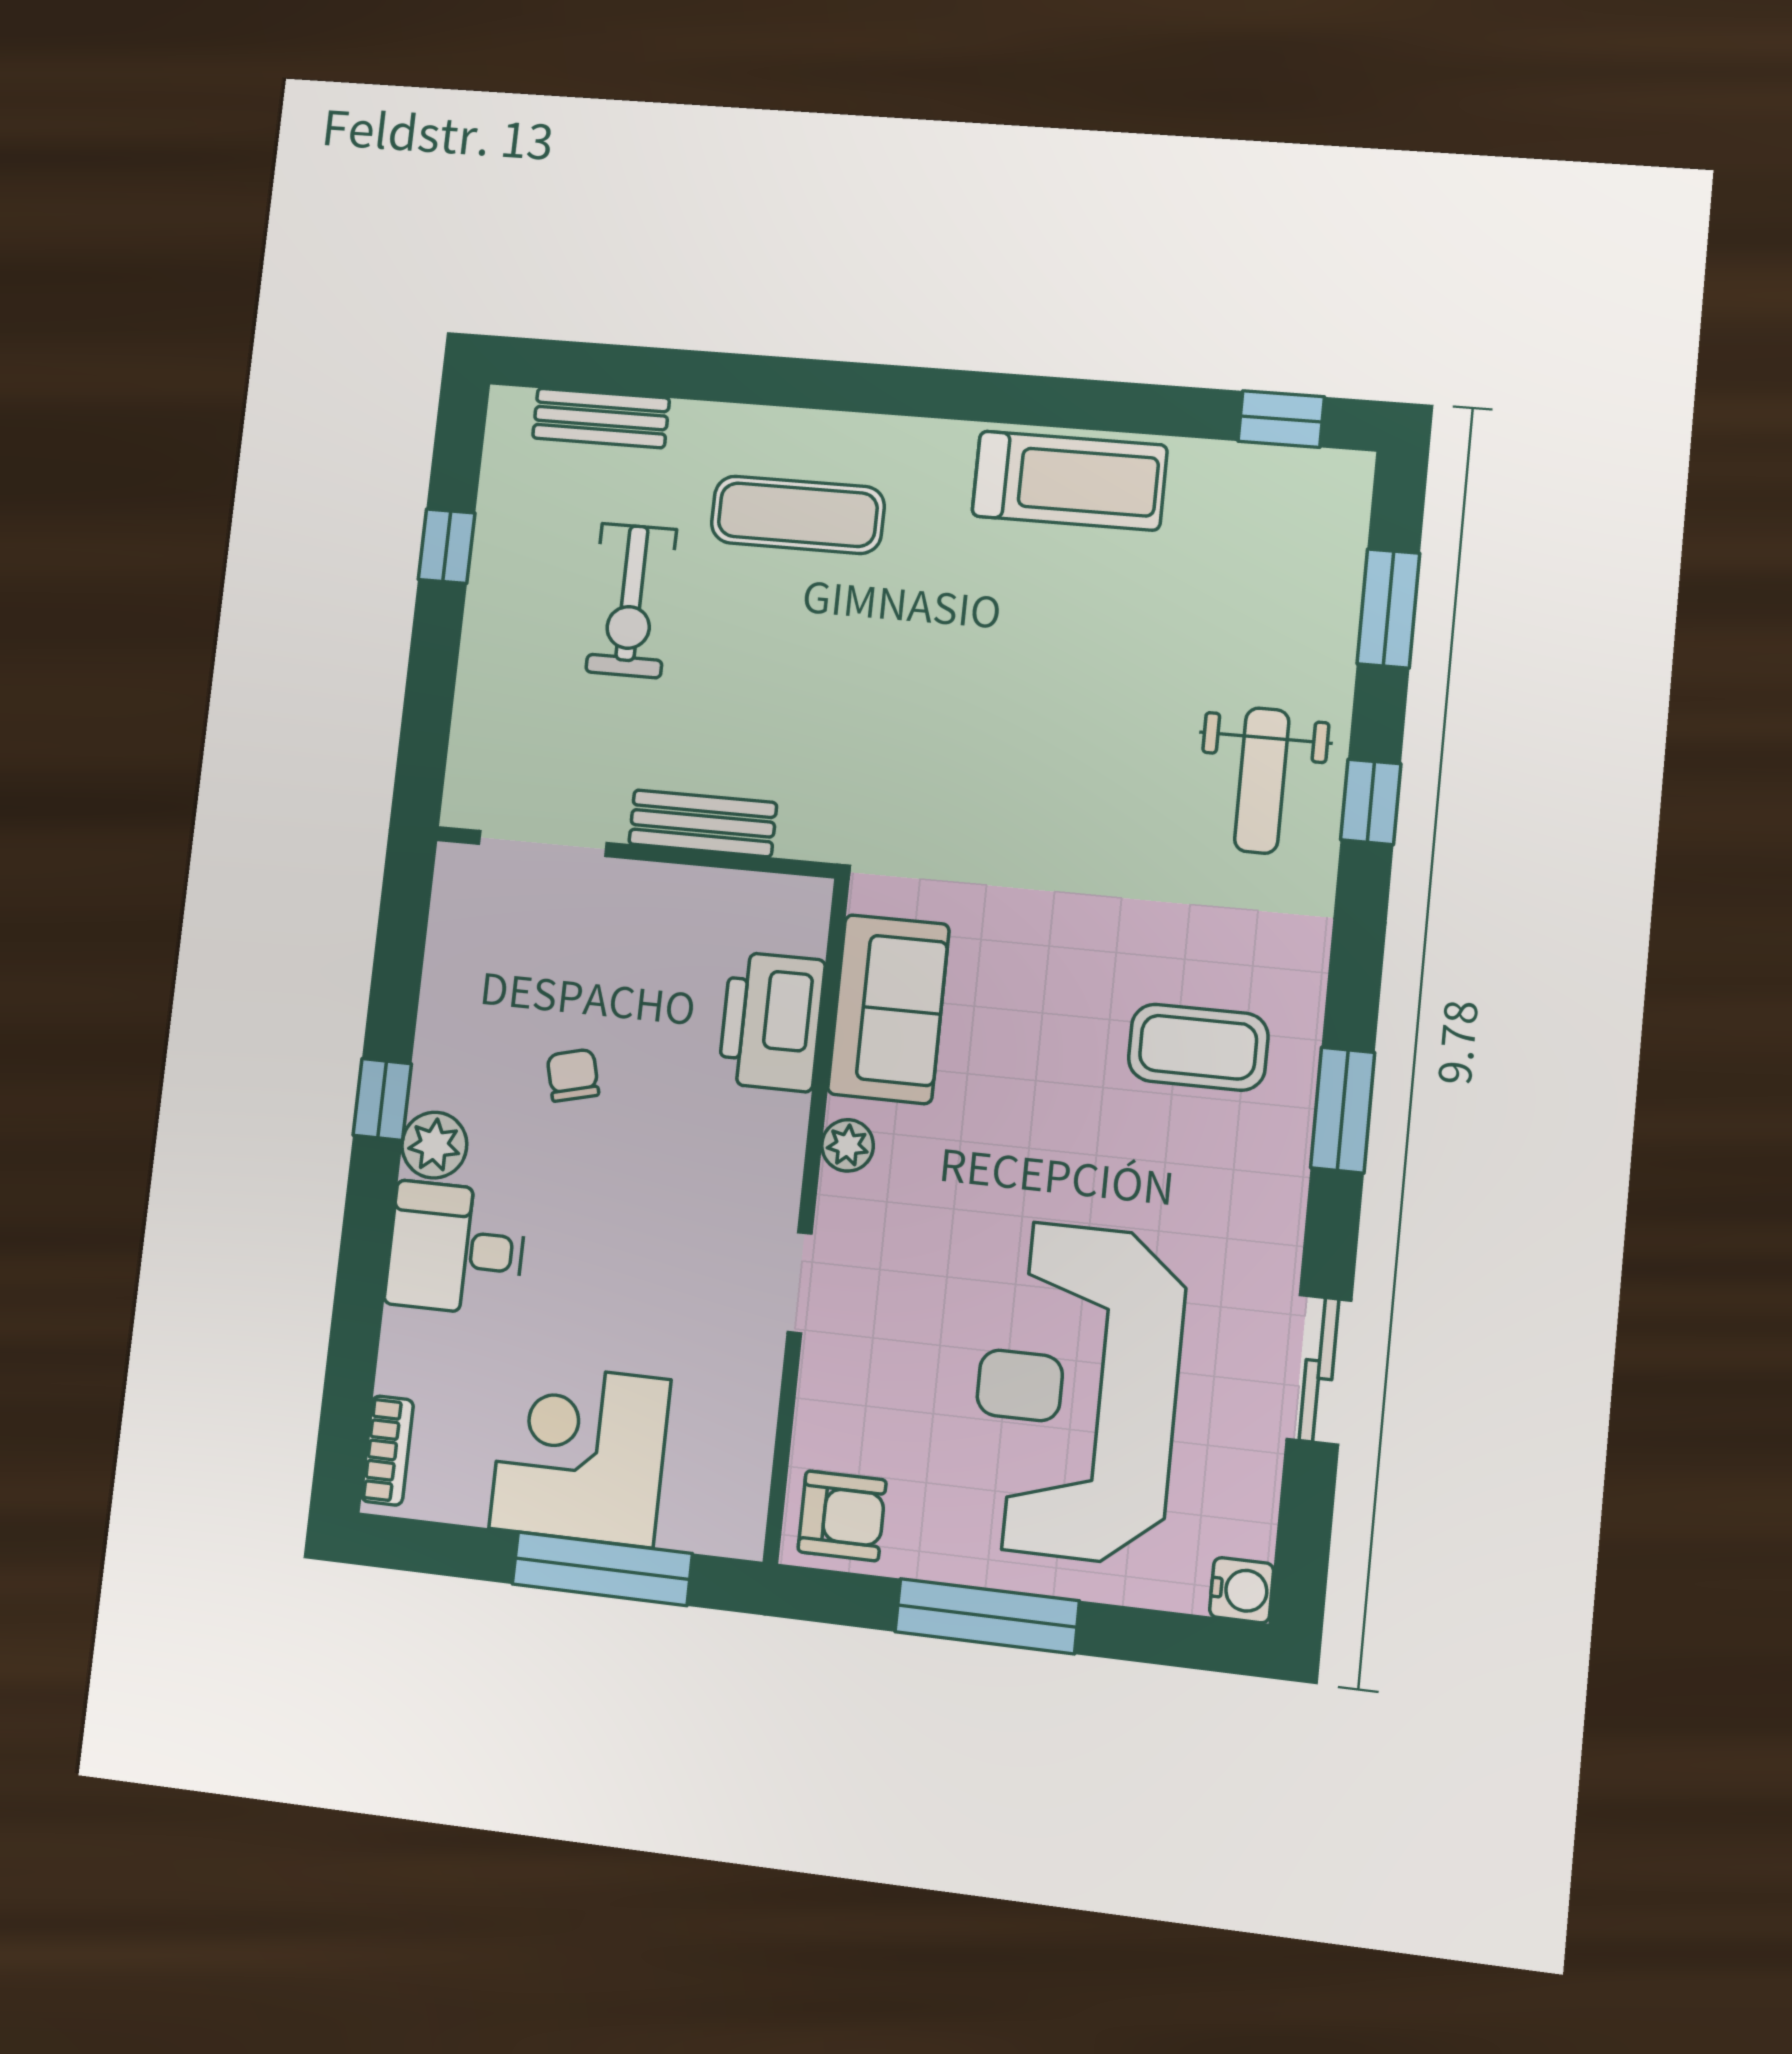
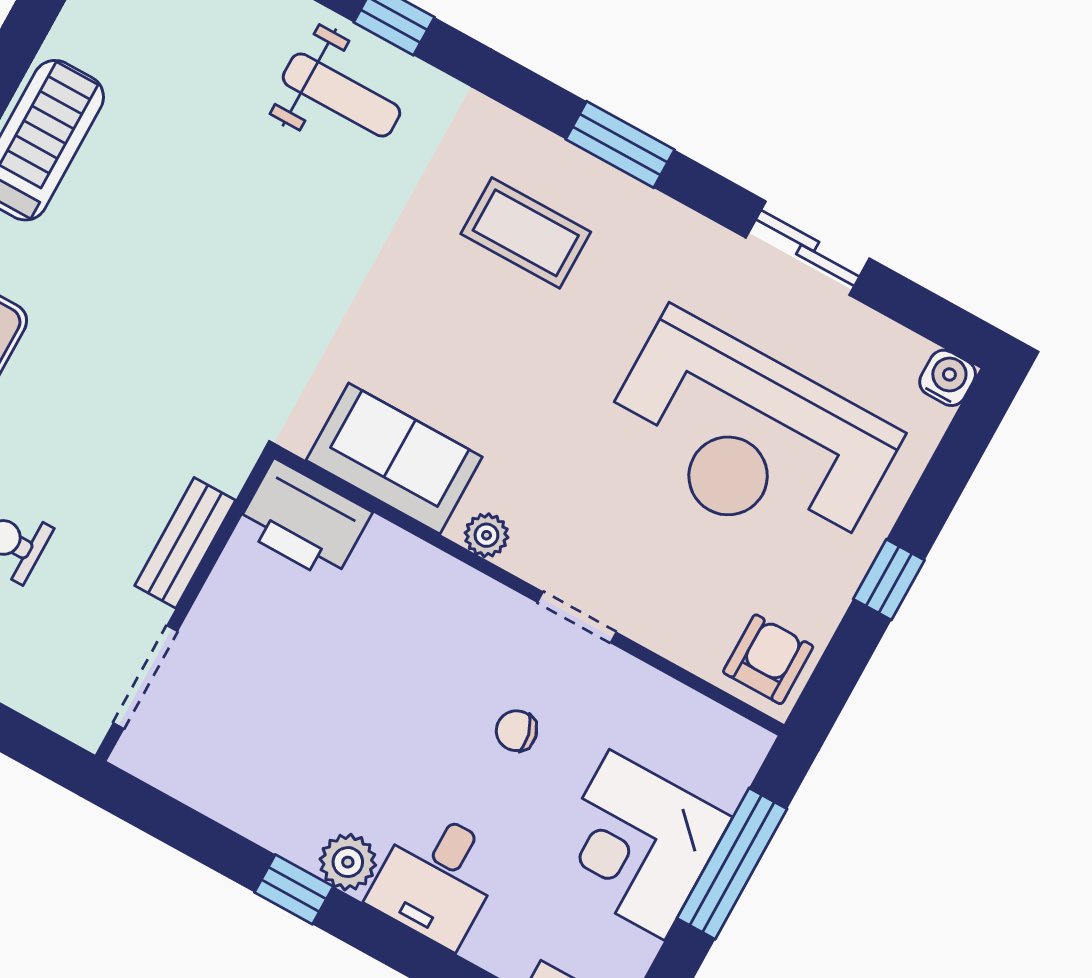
printer: (772, 1022) -> (304, 520), moved
coffee table: (1198, 1047) -> (526, 233), turned 90
chair: (573, 1075) -> (516, 731), moved
window: (987, 1616) -> (889, 580), width x0.46

